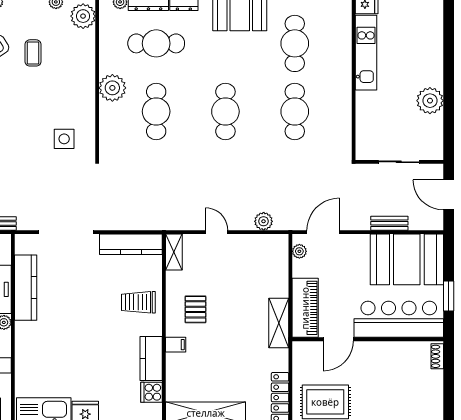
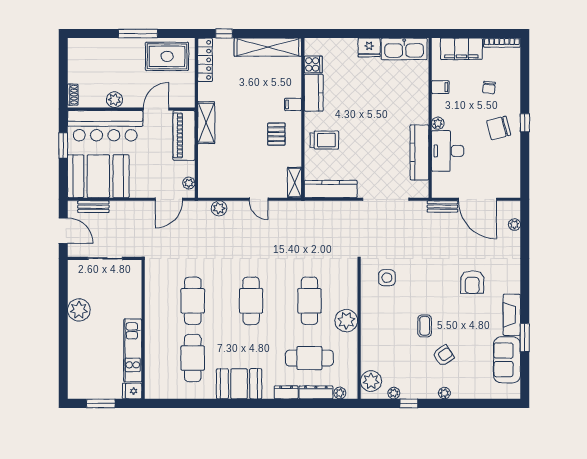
coffee table: (33, 53) -> (425, 326), moved
bench: (389, 223) -> (93, 207), moved
plant: (388, 350) -> (115, 100), added

